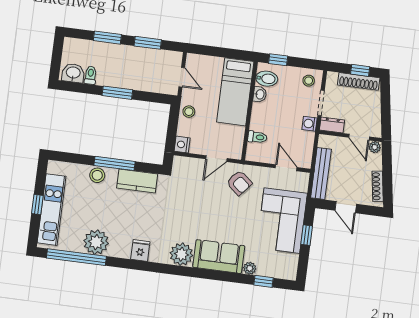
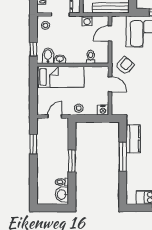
window: (107, 38) -> (33, 173), removed
washing machine: (310, 124) -> (87, 21), moved
stool: (97, 175) -> (133, 168), removed

